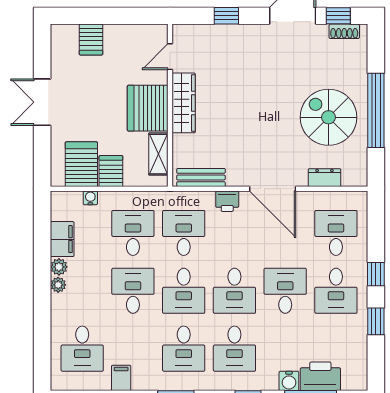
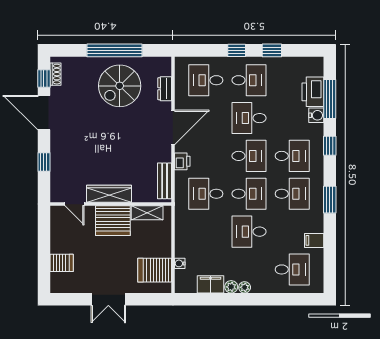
server rack: (111, 171) -> (160, 248), removed
desk: (133, 233) -> (206, 232), removed

